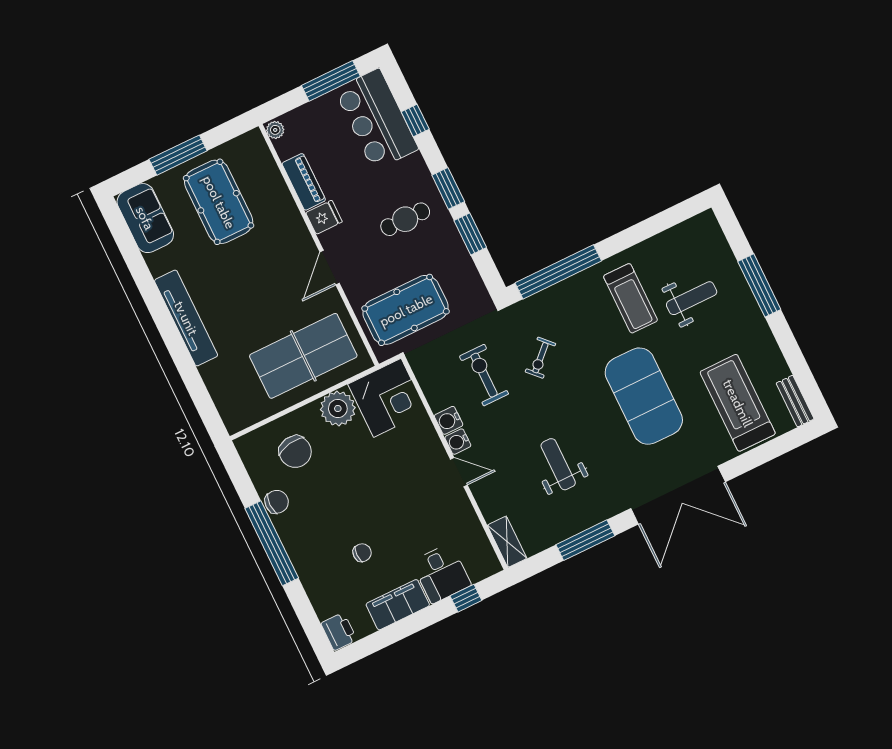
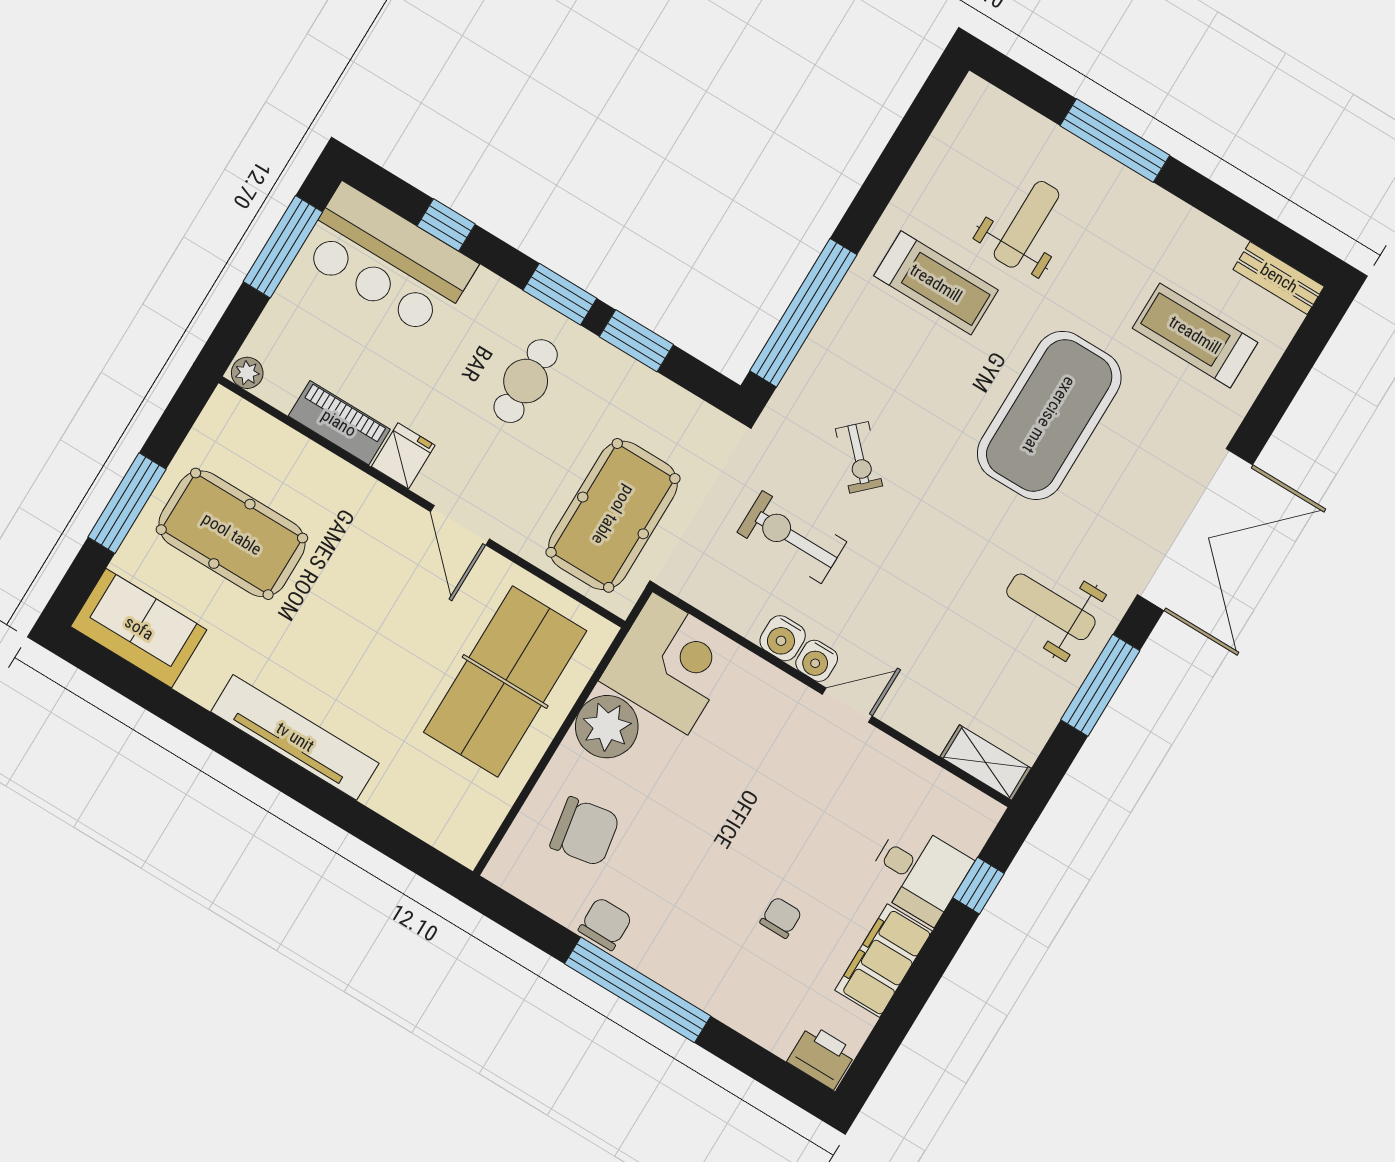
exercise mat: (644, 396) -> (1049, 415), turned 90
treadmill: (738, 403) -> (1195, 335), width x0.73, depth x0.73
weight bench: (558, 464) -> (1051, 607), moved

